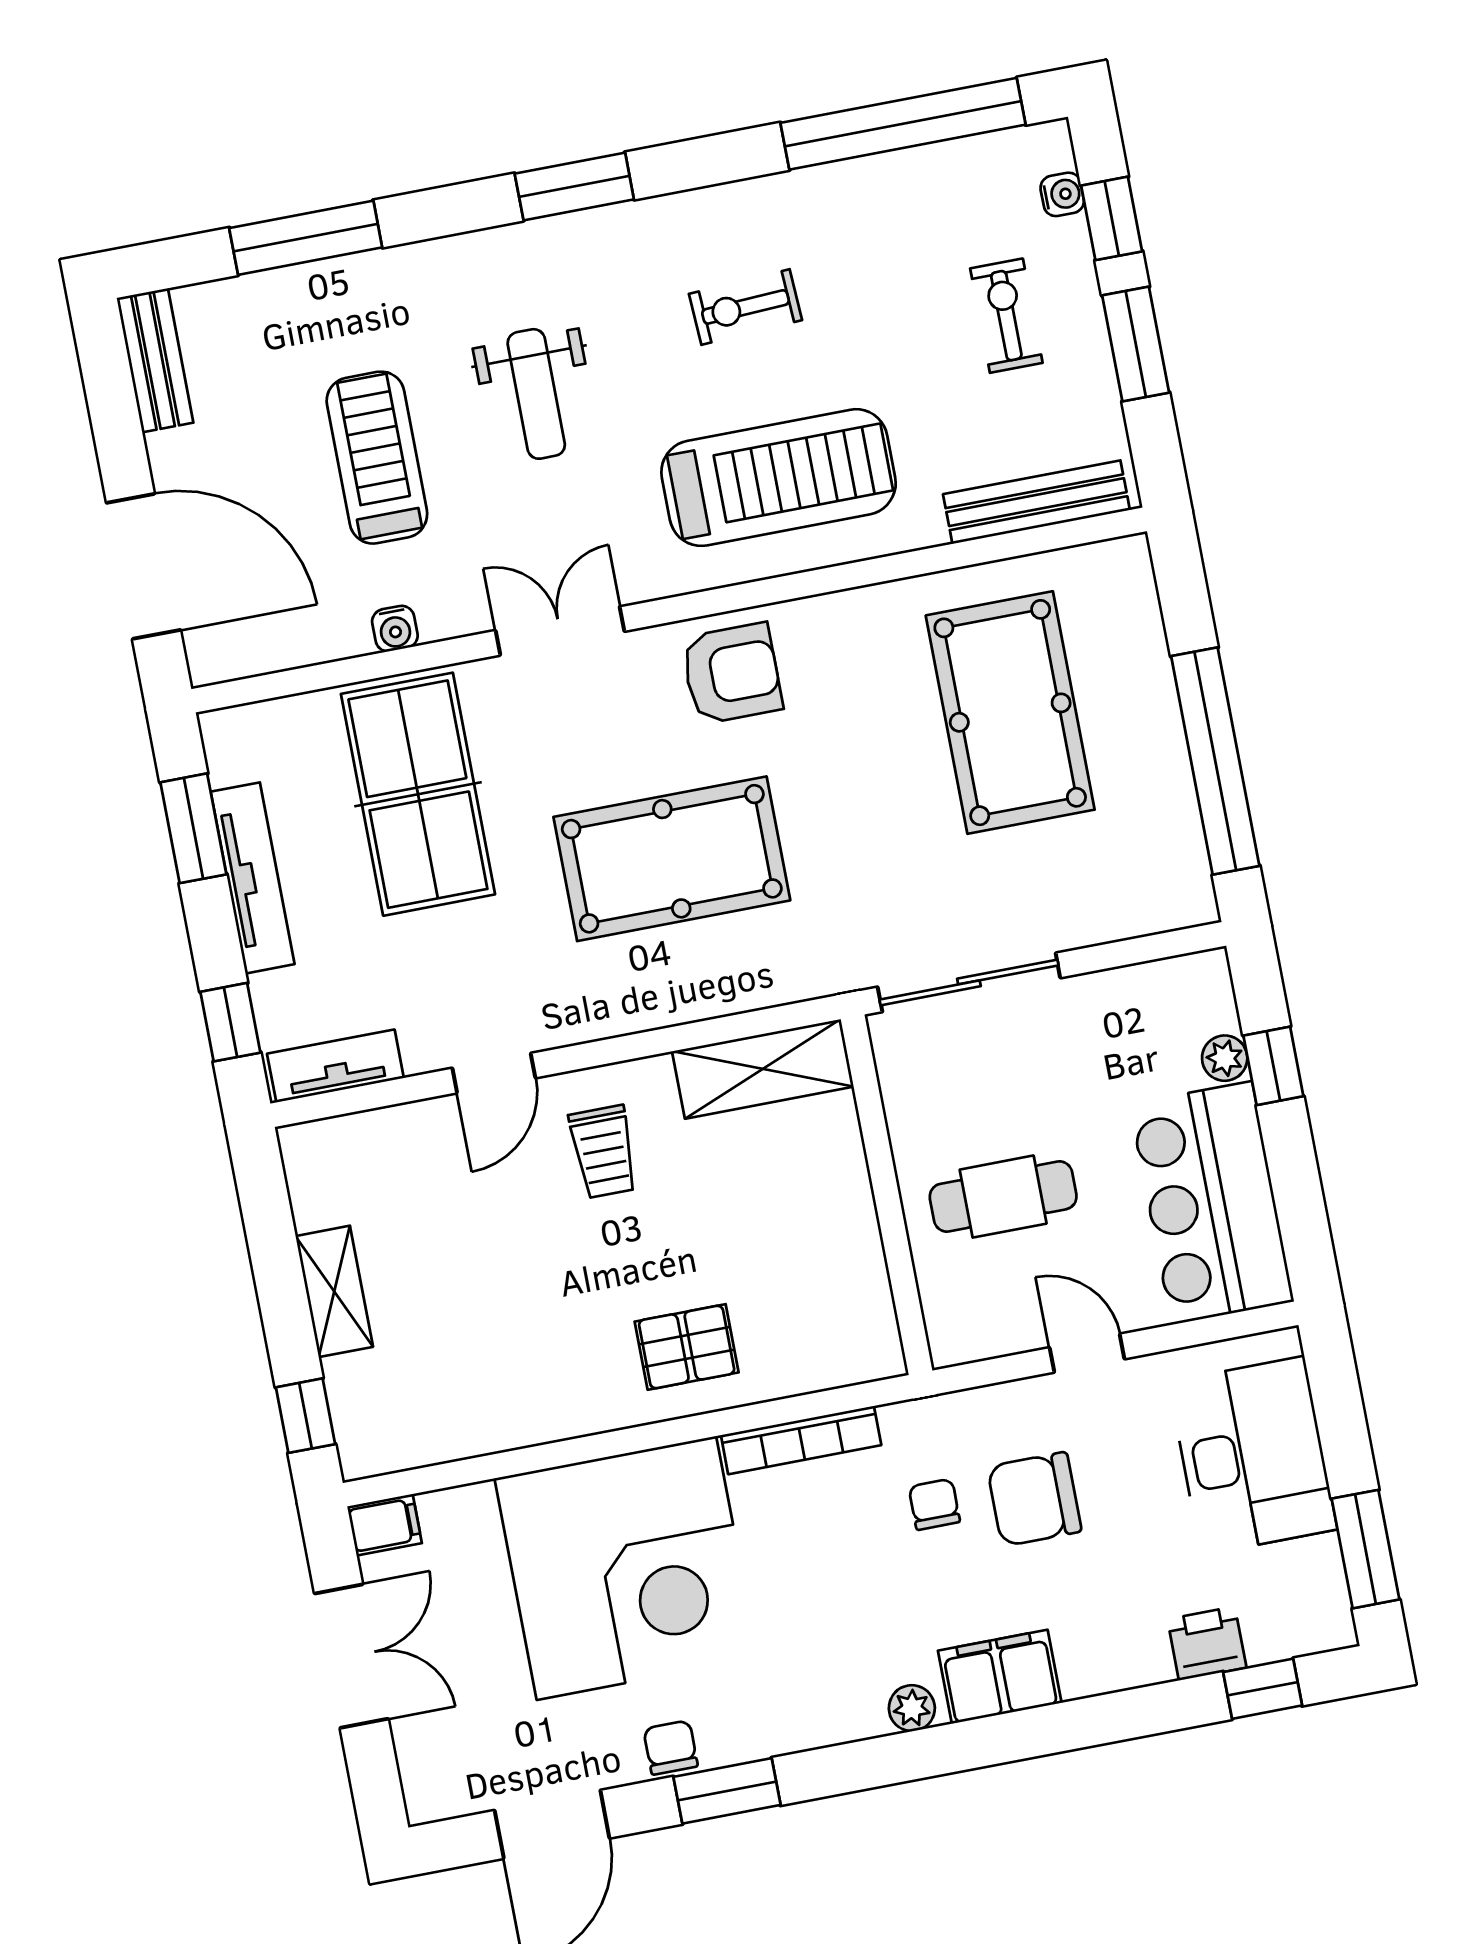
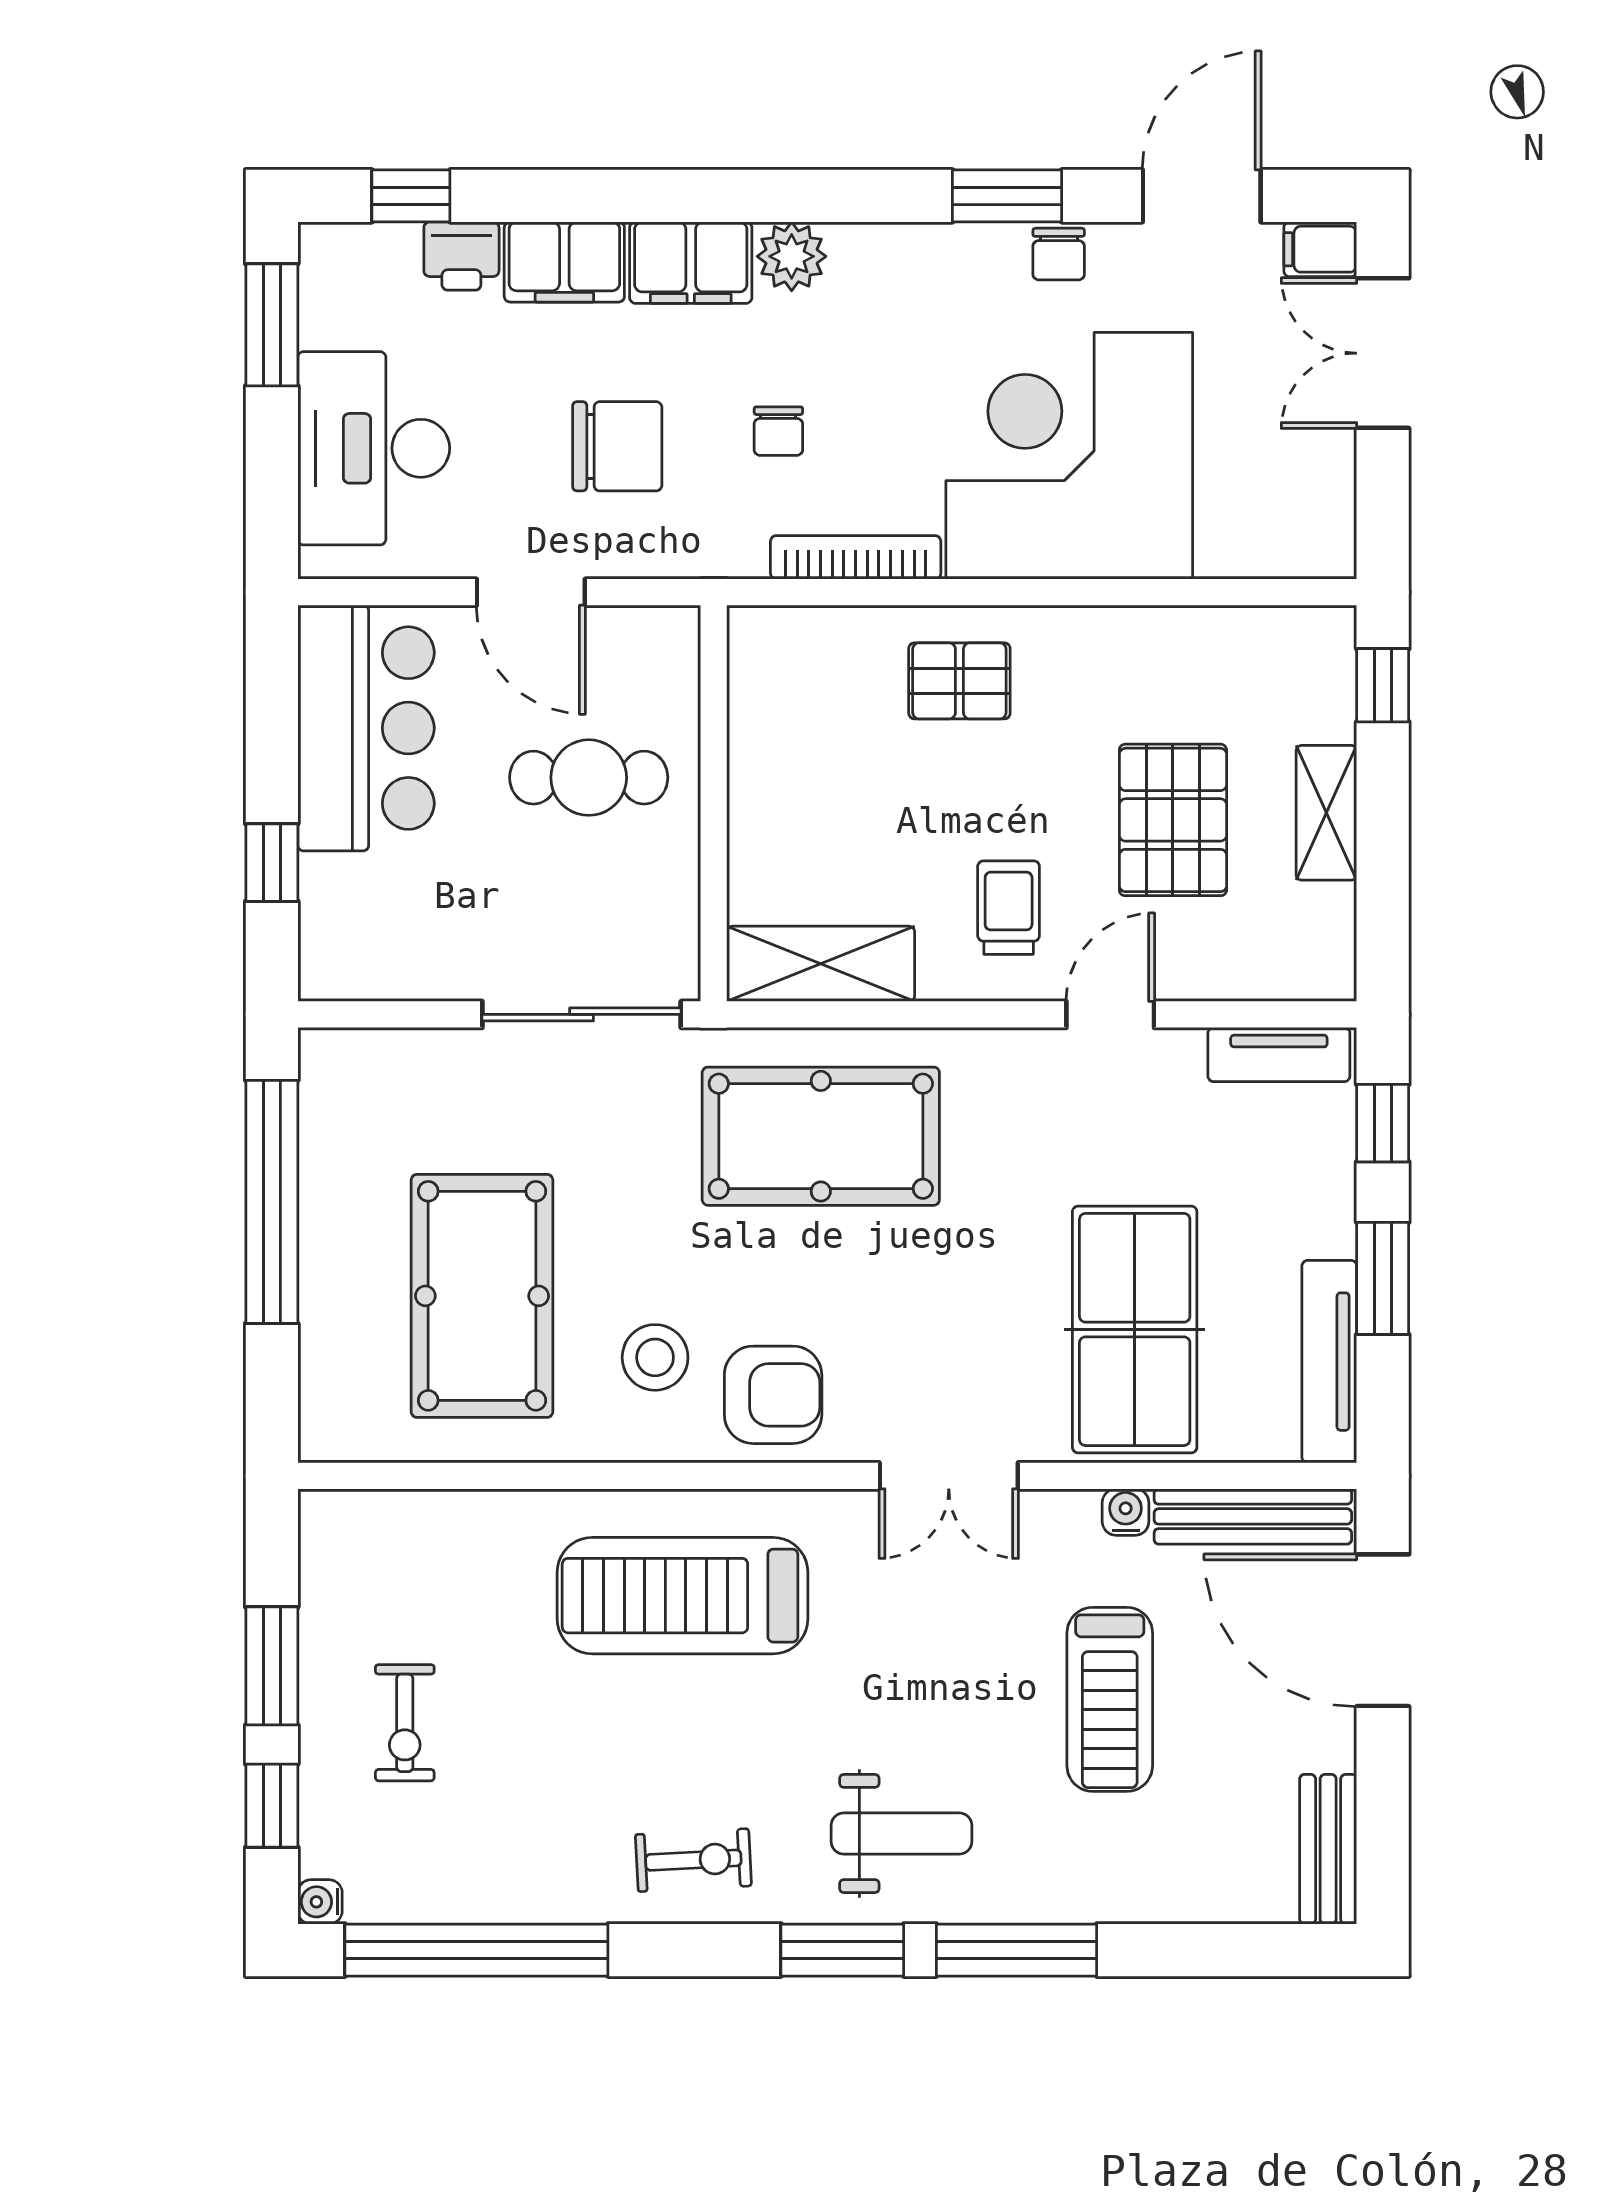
water cooler: (1062, 194) -> (320, 1902), moved
window: (306, 238) -> (1017, 1950), moved
exercise bike: (746, 307) -> (693, 1860), moved
weight bench: (536, 394) -> (901, 1833), moved, turned 90
bench: (1036, 502) -> (1253, 1516), moved
armchair: (732, 674) -> (773, 1395), turned 180
stool: (844, 687) -> (655, 1357), added
window: (193, 828) -> (1383, 1278), moved
pool table: (672, 859) -> (821, 1136), moved
tv unit: (253, 878) -> (1329, 1362), moved
plant: (1225, 1058) -> (323, 881), removed
pallet: (471, 1259) -> (1173, 820), added
door: (1087, 1353) -> (531, 592), width x1.38
chair: (934, 1504) -> (778, 431), moved
filing cabinet: (384, 1525) -> (1320, 249), moved
double door: (351, 1656) -> (1383, 353), moved
filing cabinet: (1113, 1656) -> (564, 262), added
plant: (912, 1708) -> (792, 256), width x1.38, depth x1.38

